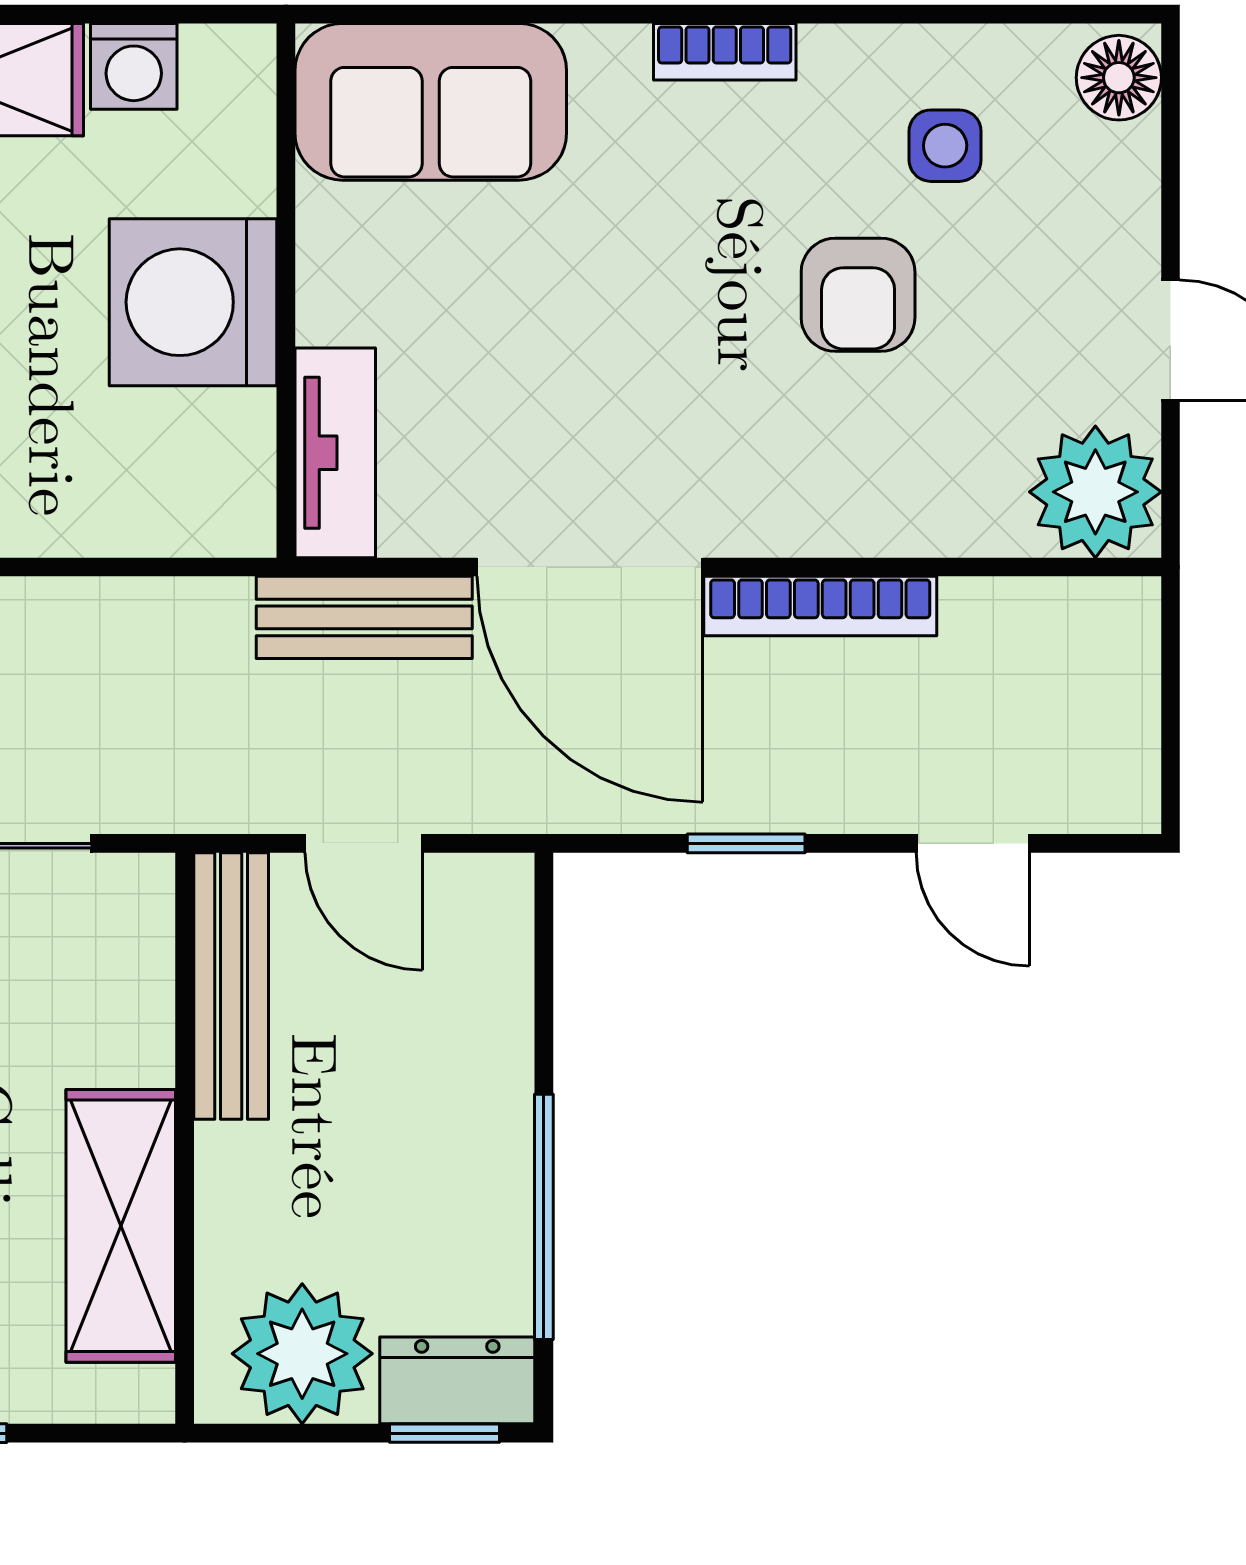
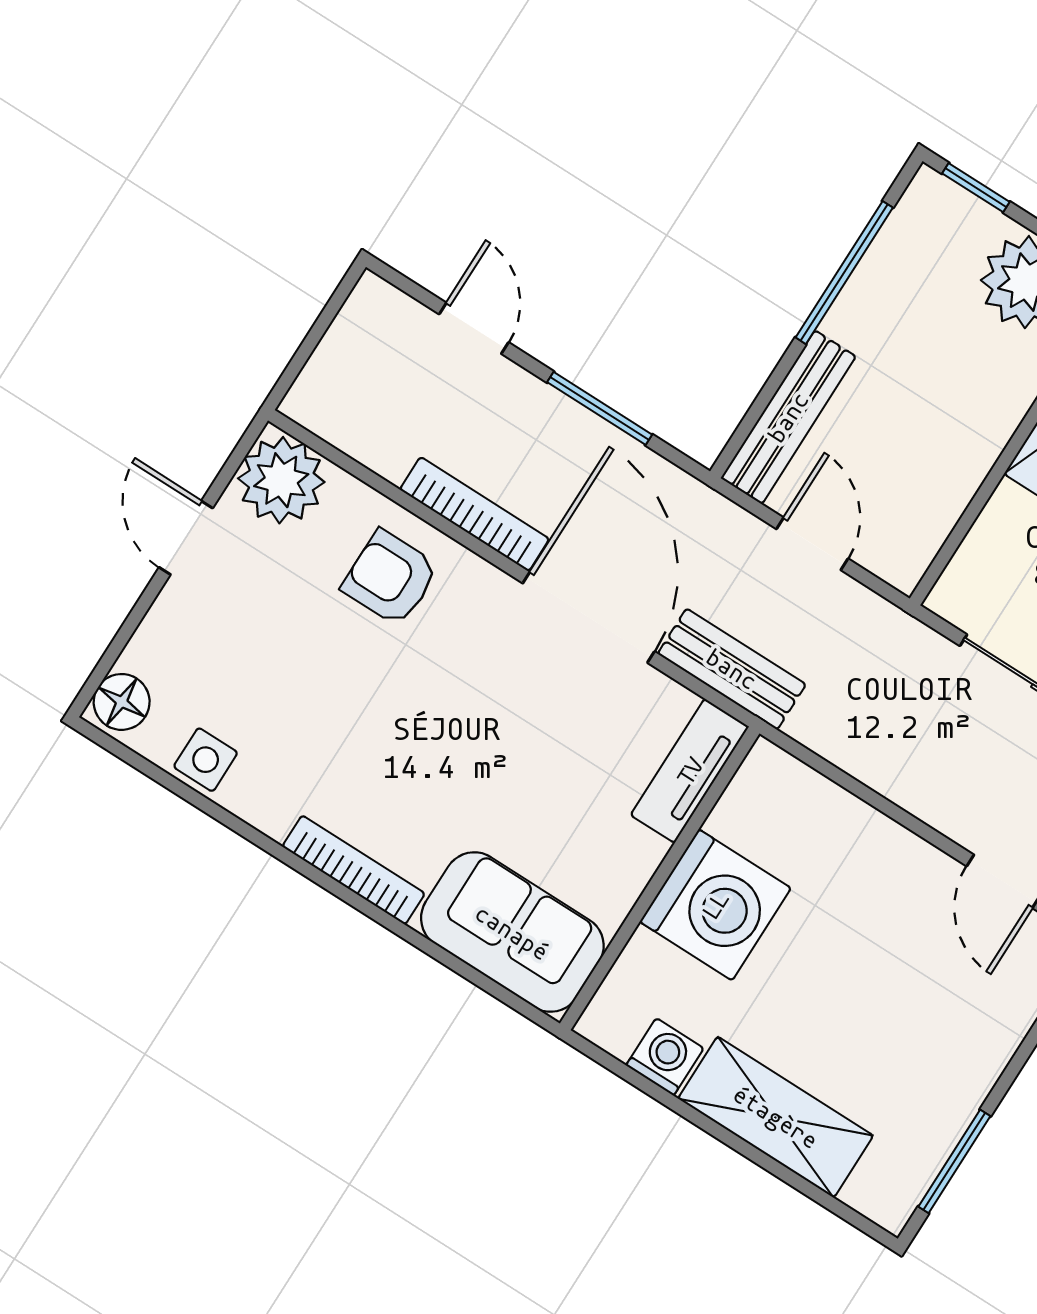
bookcase: (725, 52) -> (354, 870), width x1.56
side table: (945, 146) -> (206, 760), moved
armchair: (858, 295) -> (390, 578), moved, turned -90
window: (746, 843) -> (600, 408), width x1.50
bench: (231, 986) -> (788, 417), moved
dresser: (457, 1380) -> (950, 212), removed

